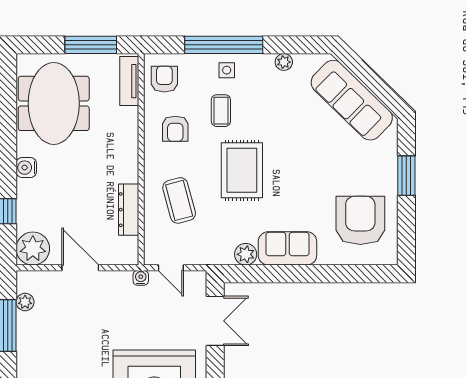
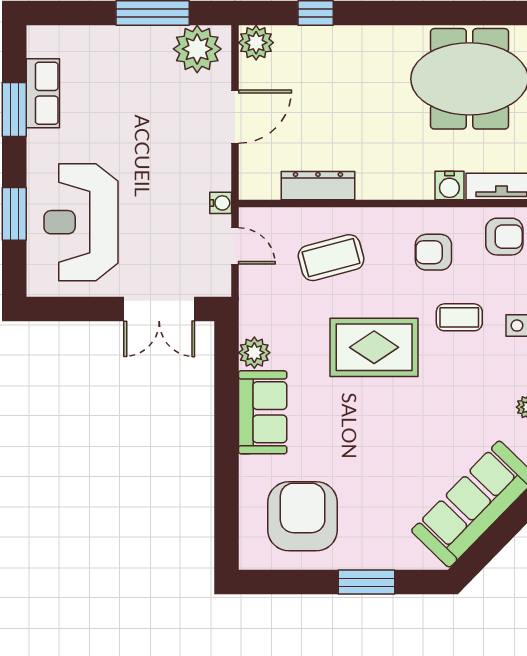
water cooler: (26, 168) -> (449, 186), moved, turned 180
armchair: (360, 220) -> (303, 516), turned -90
plant: (33, 249) -> (256, 43), width x0.73, depth x0.73
door: (171, 268) -> (235, 246), swing flipped
plant: (25, 302) -> (197, 49), width x1.87, depth x1.87

